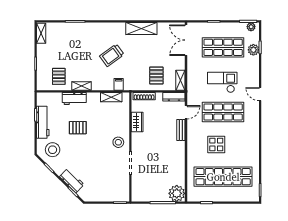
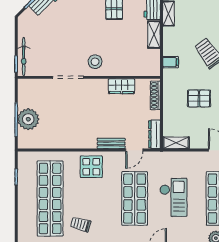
pallet: (156, 75) -> (199, 98), moved
shelving: (111, 97) -> (154, 35), moved
door: (186, 112) -> (134, 150), hinge flipped
display table: (216, 145) -> (91, 167), moved
trolley: (243, 153) -> (81, 224), added
plant: (177, 193) -> (28, 119), moved
bicycle: (114, 197) -> (24, 57), added

